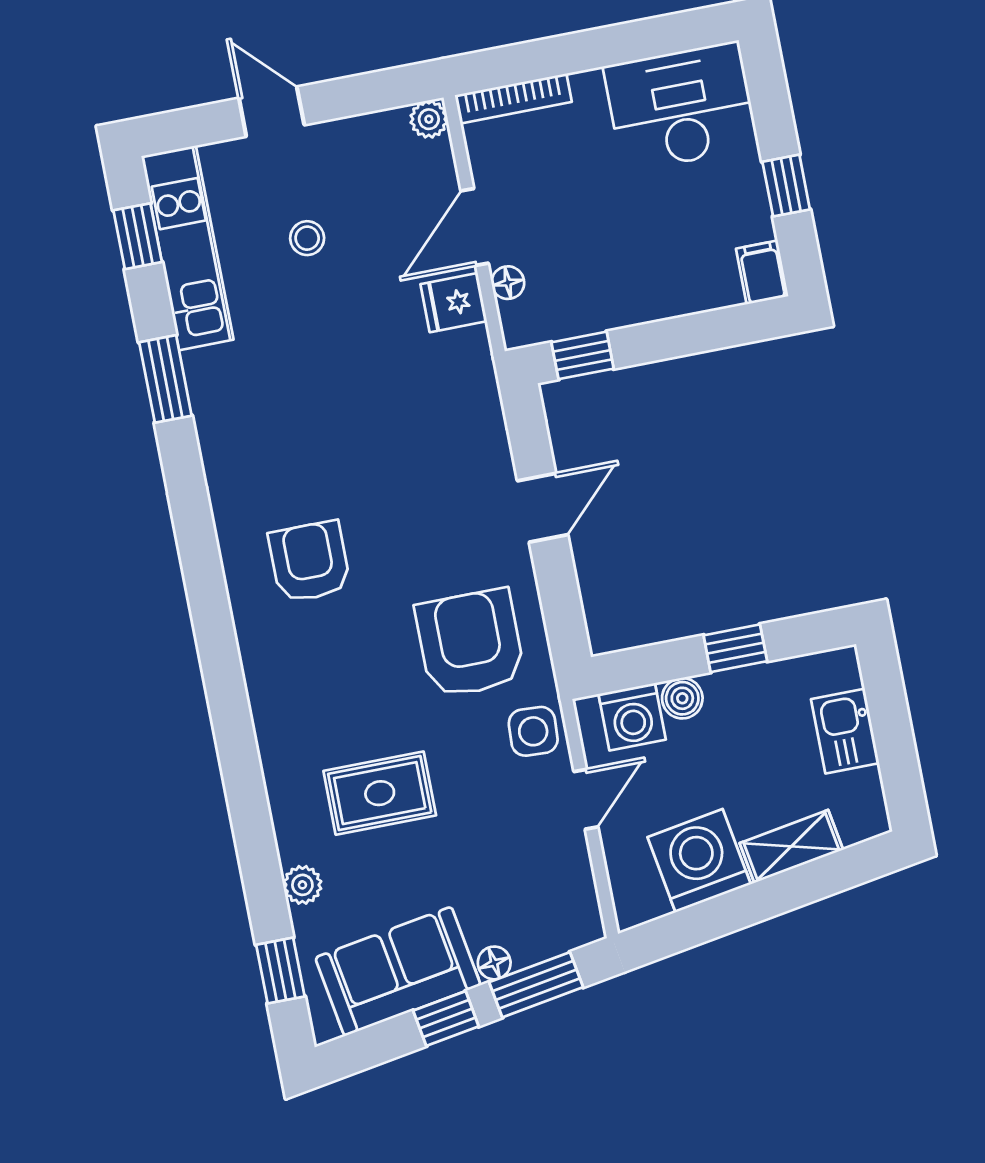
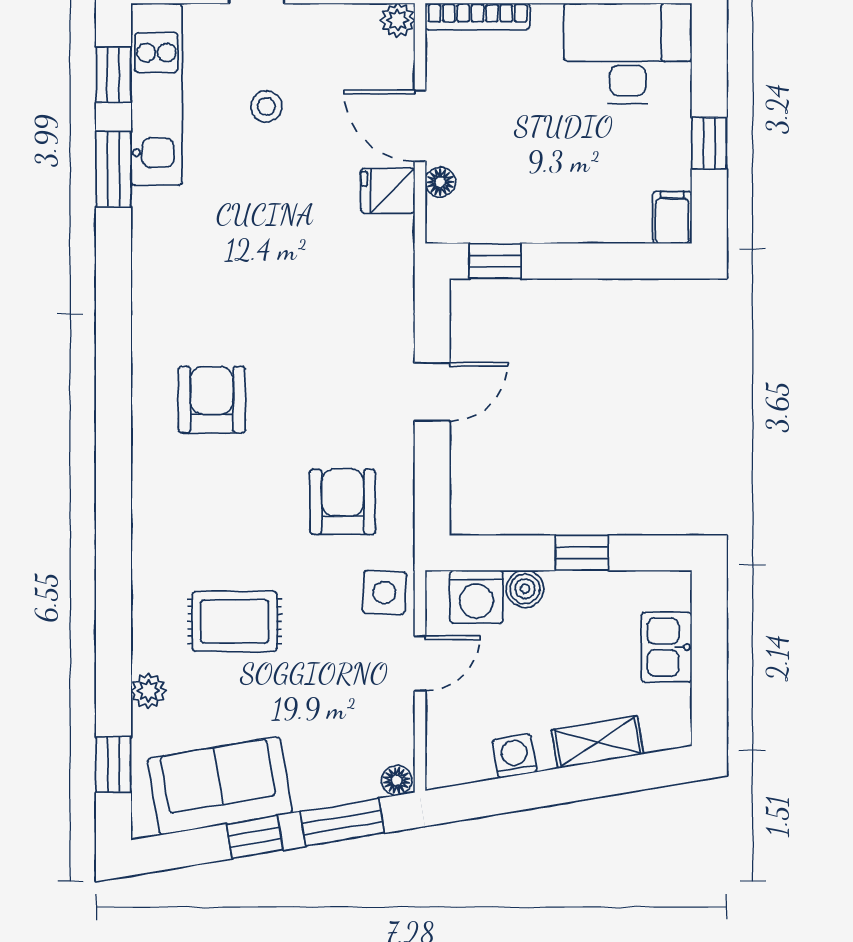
door: (475, 227) -> (420, 126), hinge flipped
window: (165, 379) -> (113, 169), moved
armchair: (470, 643) -> (343, 502), width x0.73, depth x0.73
washing machine: (699, 861) -> (515, 756), width x0.53, depth x0.53
floor lamp: (494, 963) -> (397, 780), moved

